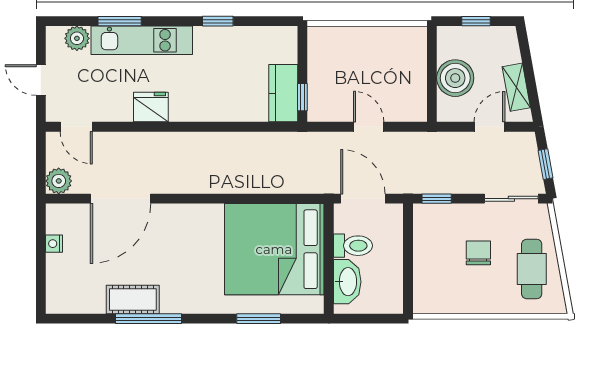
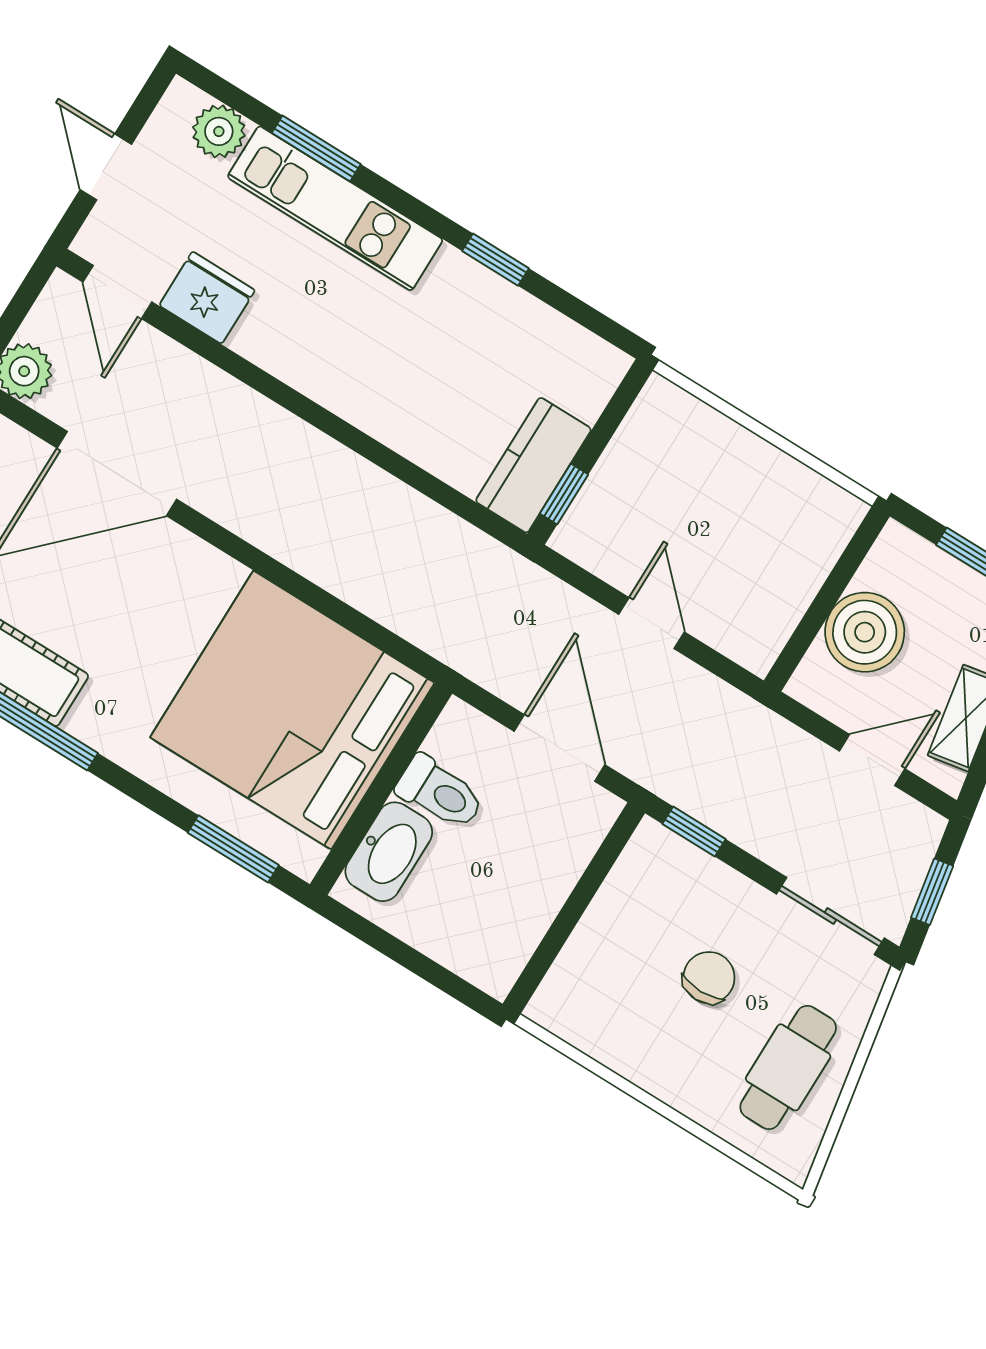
fridge: (151, 107) -> (207, 298), moved
toilet: (353, 246) -> (440, 793), moved
bed: (274, 249) -> (292, 710), moved
wall: (329, 259) -> (381, 789), moved
washbasin: (347, 282) -> (389, 852), moved

